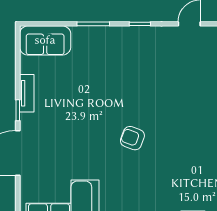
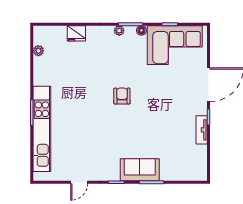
sofa: (45, 40) -> (140, 170), moved
armchair: (132, 138) -> (122, 96), turned -110

